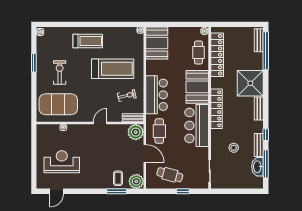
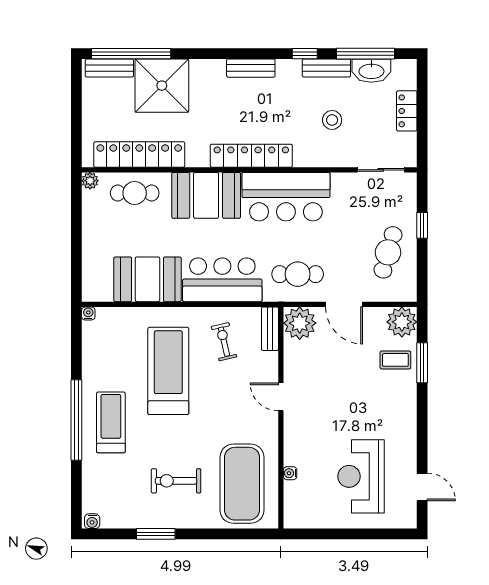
window: (89, 24) -> (76, 420), added
booth: (157, 43) -> (148, 279), moved
shower: (250, 83) -> (162, 86), moved
door: (145, 154) -> (344, 304), swing flipped
locker: (238, 184) -> (407, 111), added

